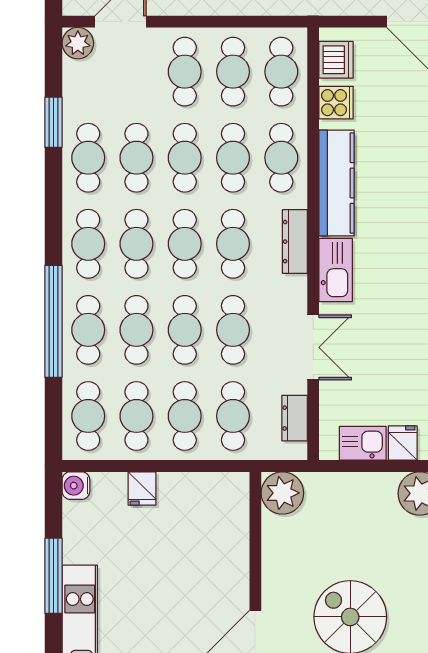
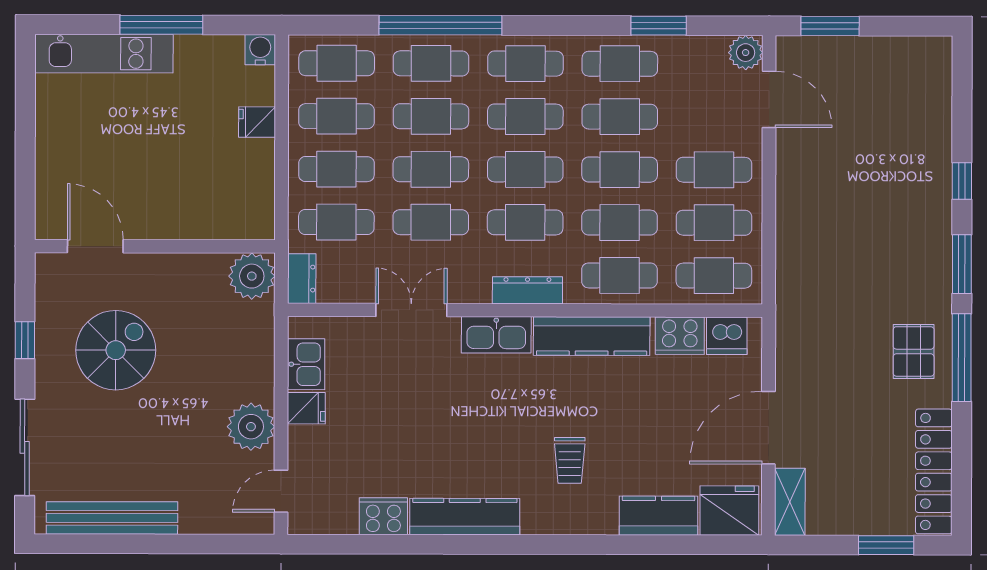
cooker: (336, 103) -> (680, 336), width x1.36
double door: (313, 347) -> (411, 310), swing flipped
dresser: (295, 418) -> (302, 279), moved, turned 90

